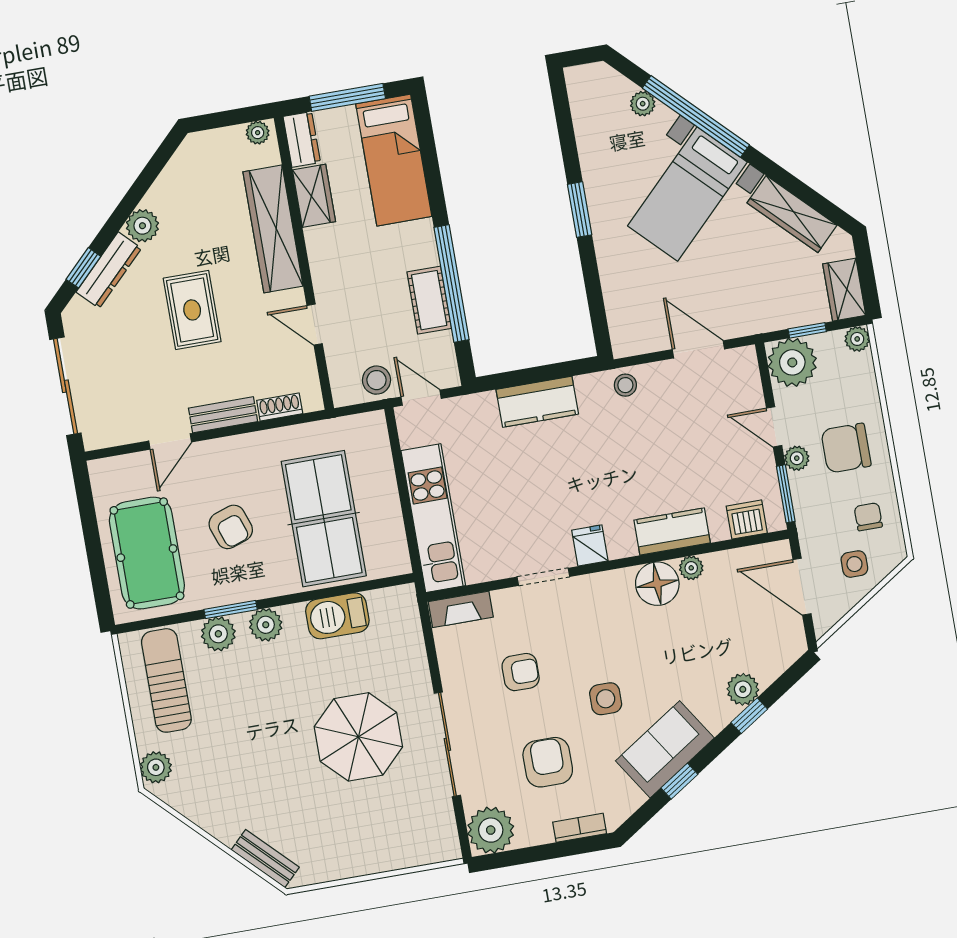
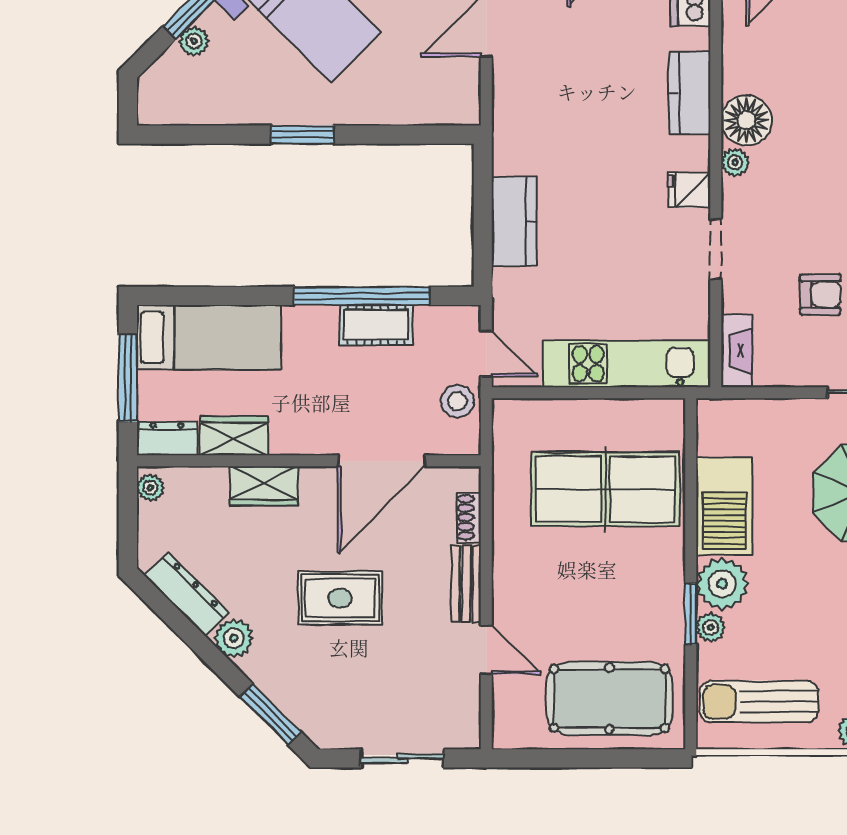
wardrobe: (273, 229) -> (264, 486), width x0.48, depth x0.85
window: (83, 268) -> (270, 714), width x1.50
dresser: (109, 270) -> (186, 594), moved
door: (315, 325) -> (381, 461), width x1.87
stool: (625, 385) -> (513, 117), removed
sliding door: (65, 386) -> (402, 758), width x0.73
door: (421, 398) -> (486, 354), swing flipped
armchair: (231, 527) -> (596, 597), removed
plant: (691, 568) -> (735, 162), moved
barbecue: (337, 616) -> (724, 506), width x1.37, depth x1.21
plant: (266, 625) -> (722, 584), width x1.36, depth x1.36
plant: (218, 634) -> (711, 627), width x0.73, depth x0.73
armchair: (521, 672) -> (820, 295), turned 90

